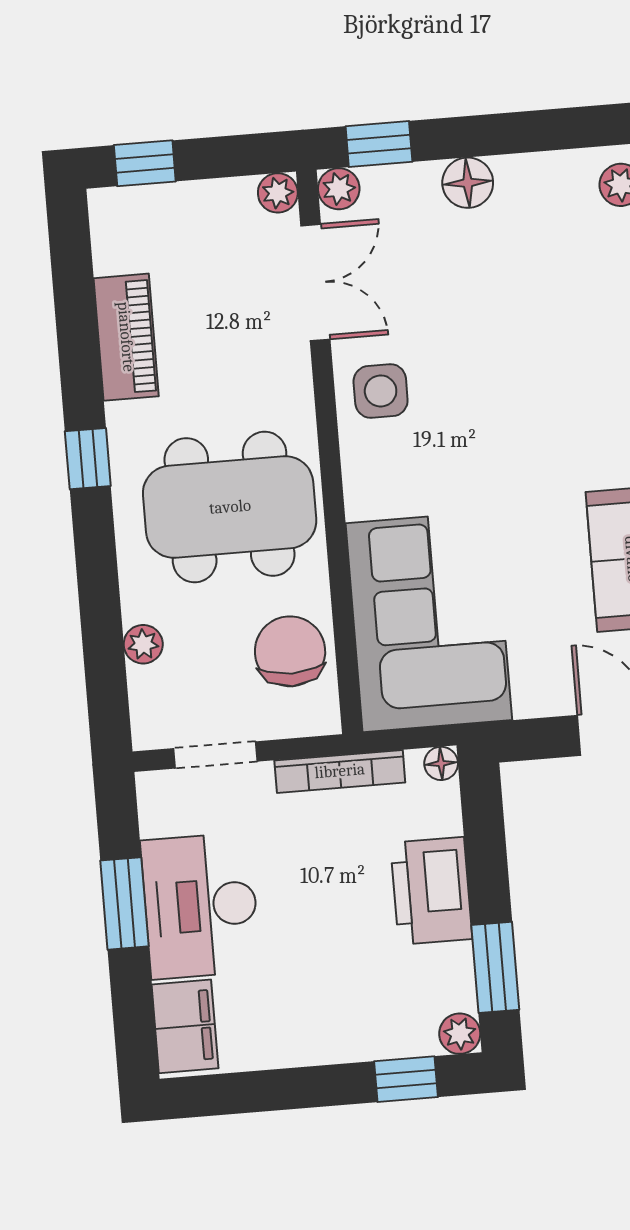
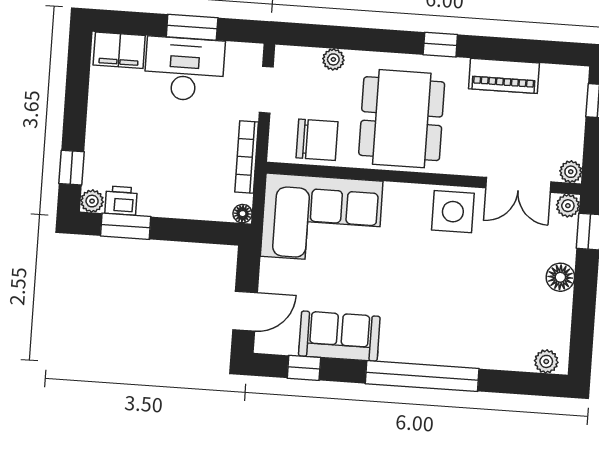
side table: (381, 391) -> (453, 212), width x1.37, depth x1.37
printer: (431, 891) -> (121, 201), moved, width x0.53, depth x0.68

